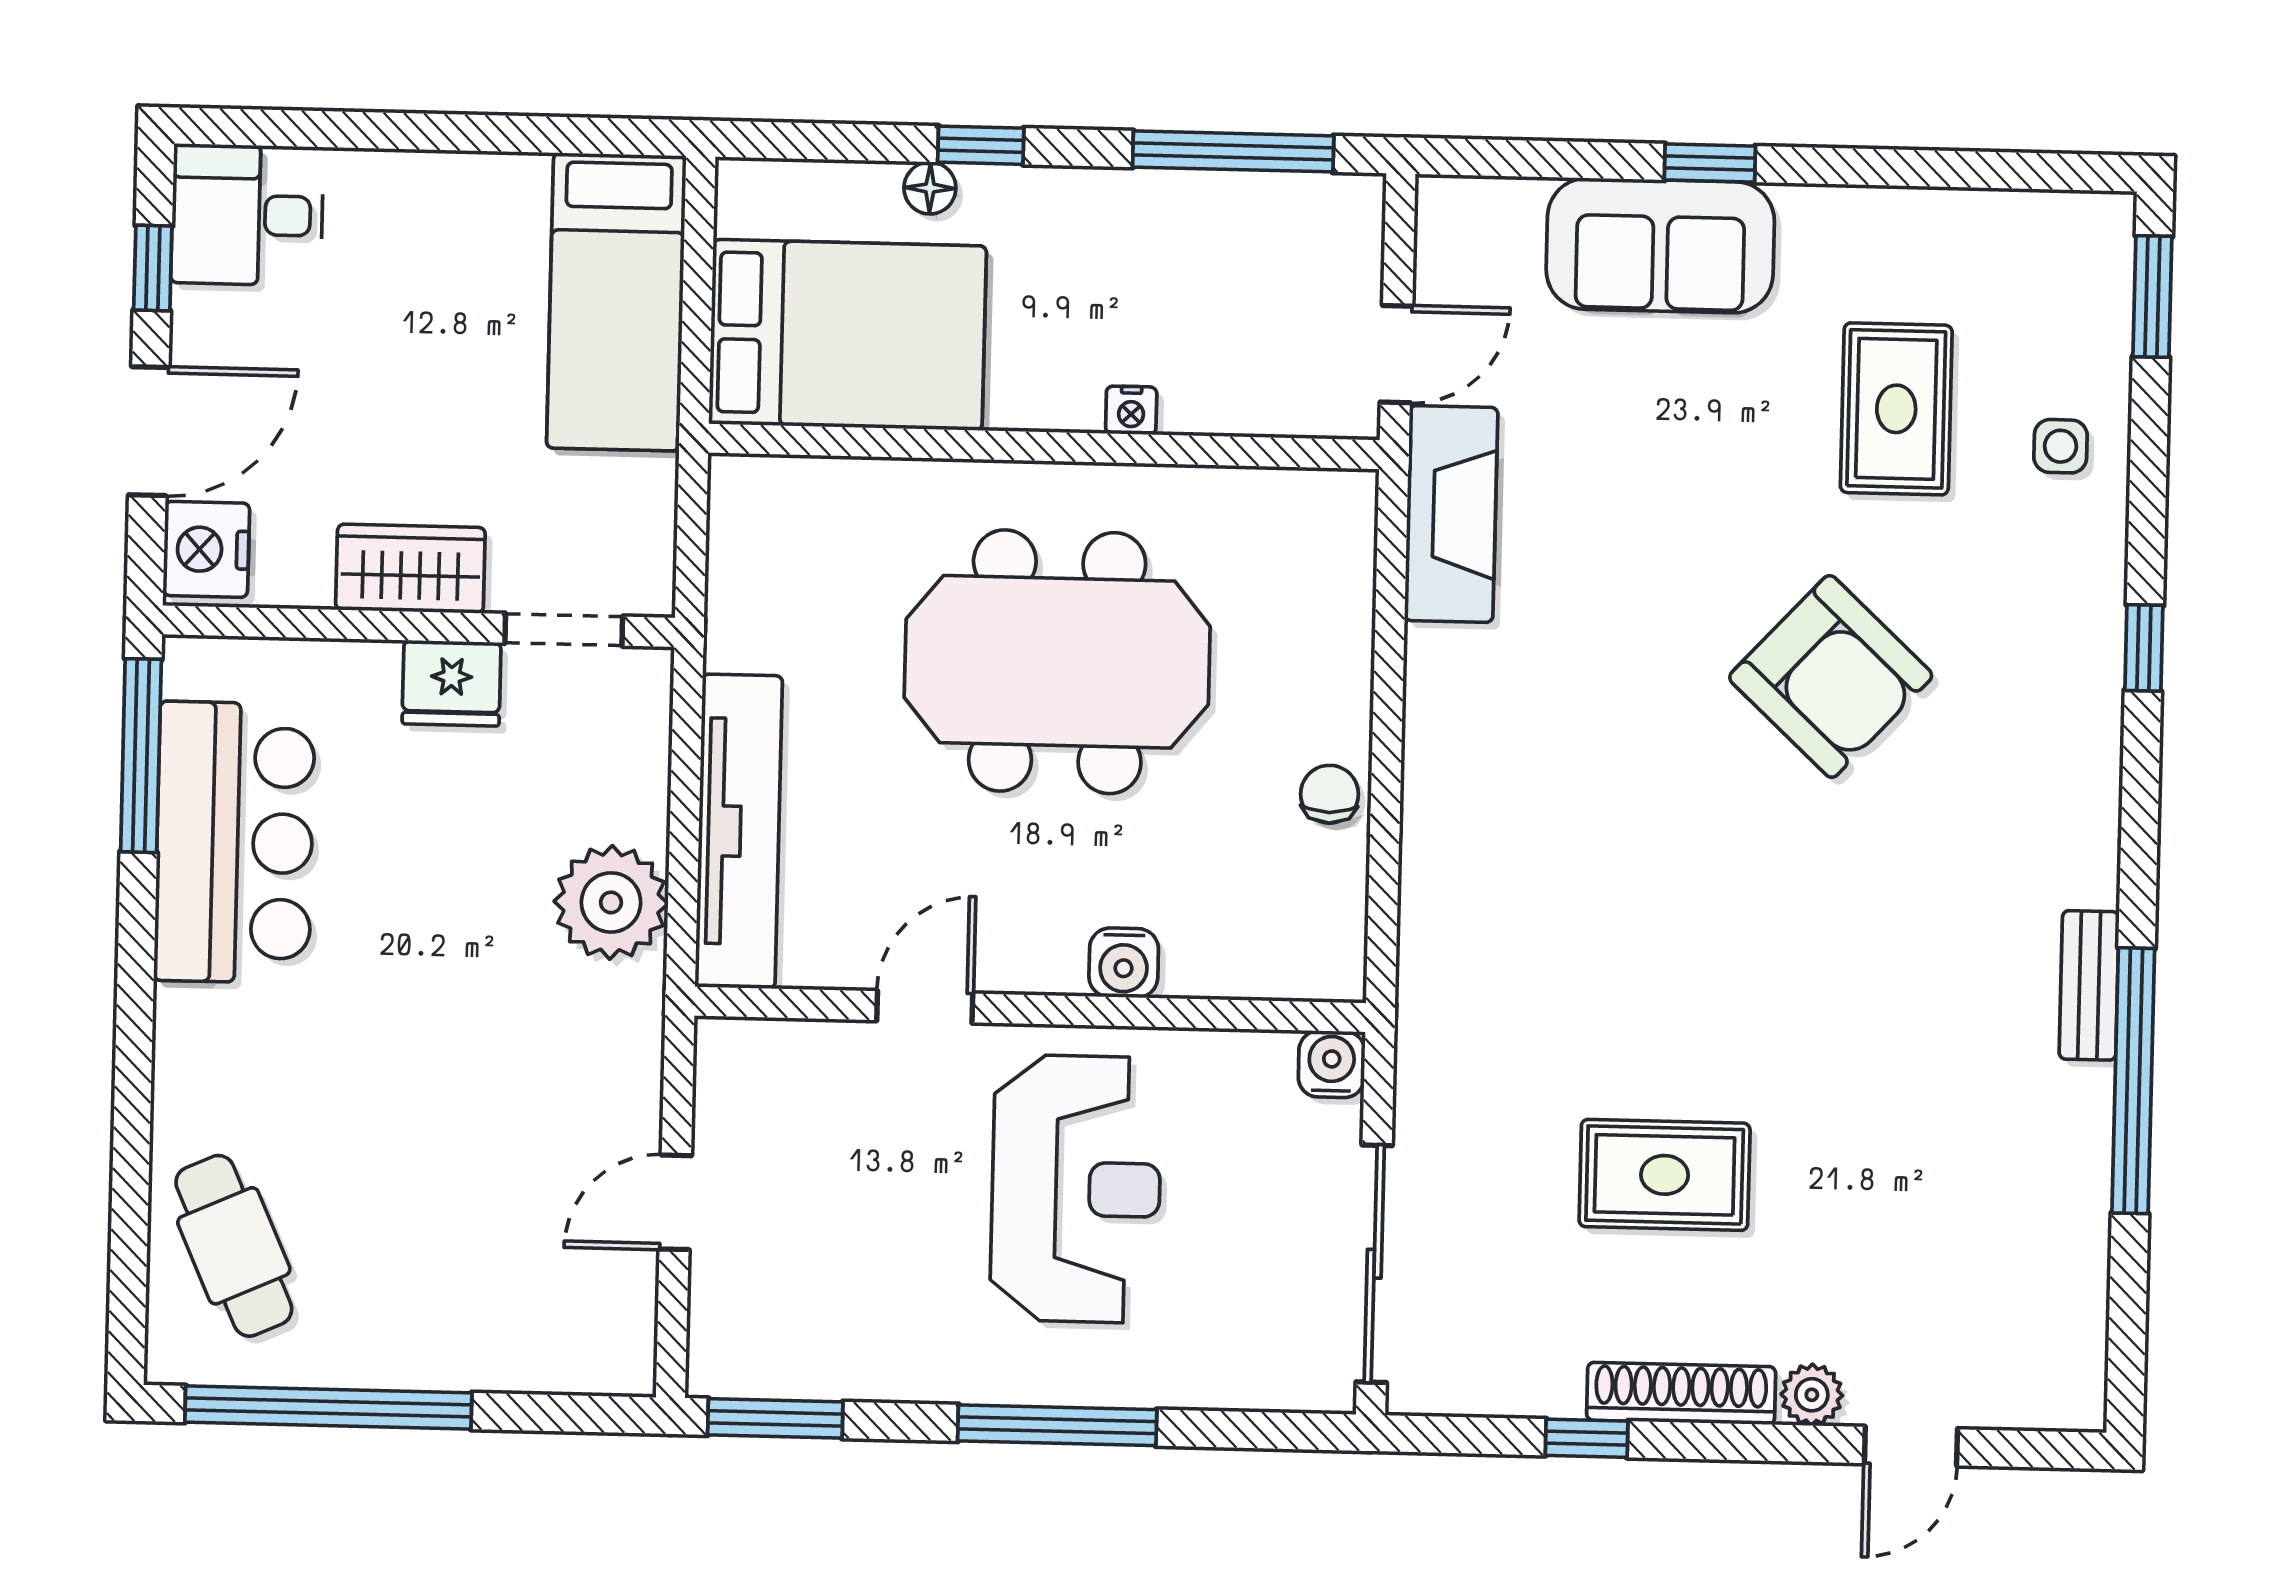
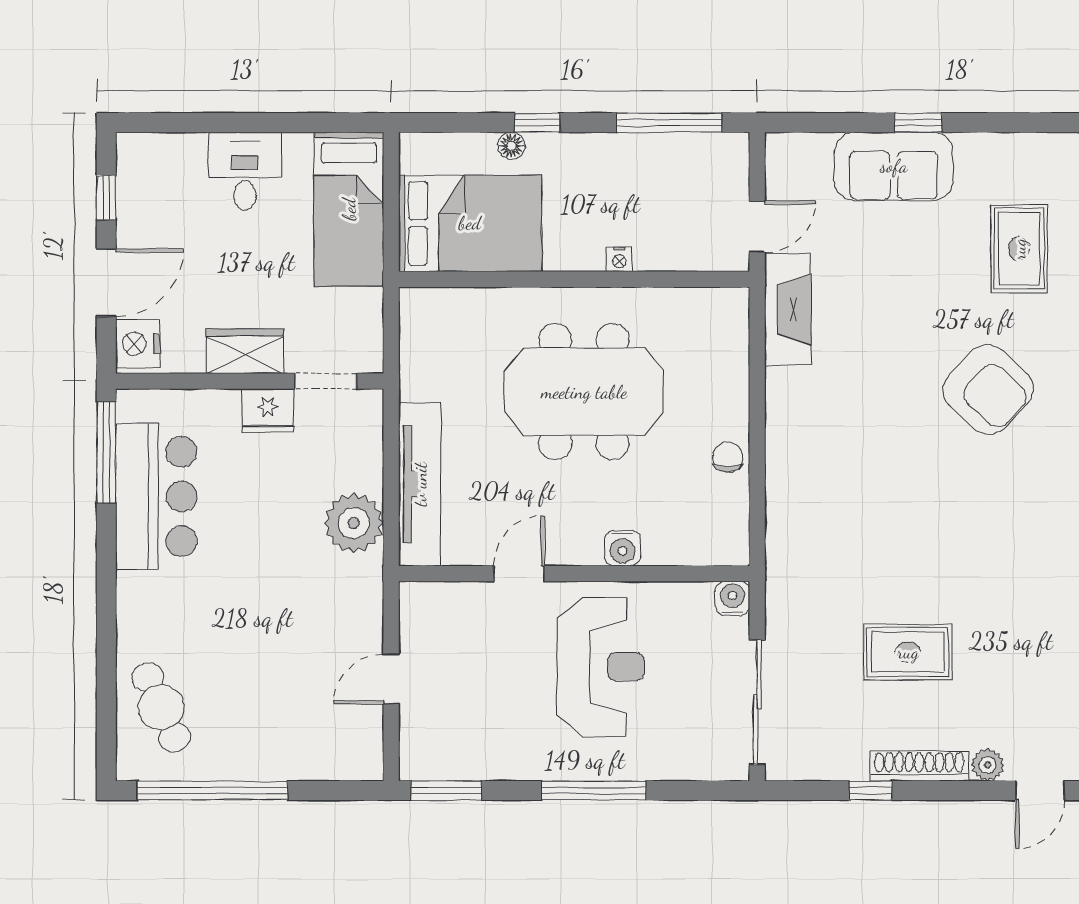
desk: (247, 215) -> (245, 171), moved, turned 90

